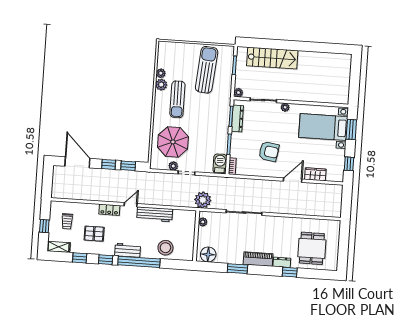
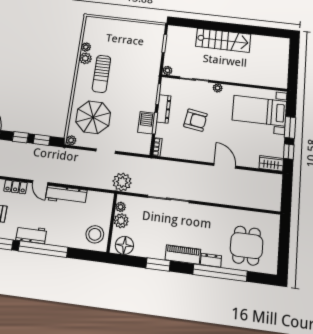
stairs: (272, 58) -> (223, 40), moved
sun lounger: (207, 70) -> (134, 46), removed
dresser: (237, 118) -> (164, 109), moved
window: (351, 129) -> (290, 127), moved
armchair: (269, 151) -> (195, 120), moved
barbecue: (220, 164) -> (146, 123), moved
plant: (173, 166) -> (71, 140), moved
wardrobe: (315, 174) -> (271, 163), moved
door: (293, 180) -> (225, 166), hinge flipped
door: (131, 205) -> (40, 183), swing flipped
plant: (204, 234) -> (121, 221), added
stool: (165, 248) -> (95, 234), moved
window: (290, 272) -> (220, 273), width x3.17

